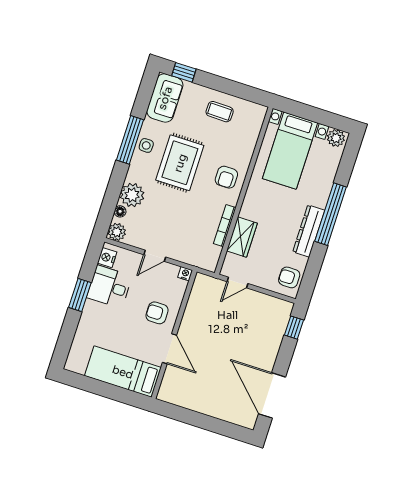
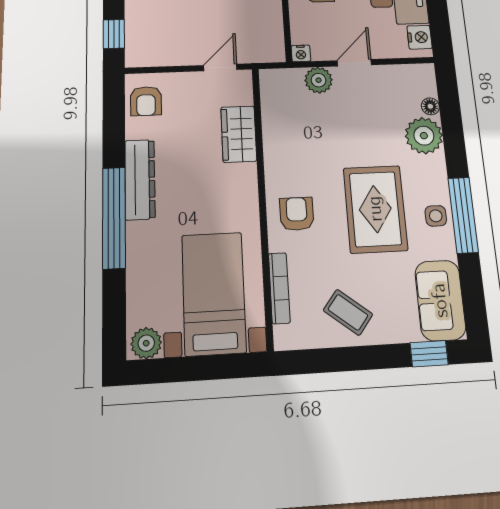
coffee table: (220, 112) -> (348, 312), turned 37
bookcase: (225, 226) -> (279, 288), moved
plant: (117, 232) -> (319, 80), moved
armchair: (289, 277) -> (146, 101), turned 90

